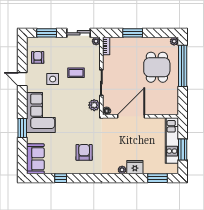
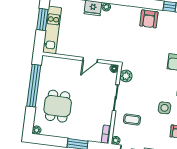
window: (183, 66) -> (34, 86), moved
coffee table: (76, 73) -> (132, 120), moved
door: (131, 116) -> (90, 60), width x0.53
armchair: (84, 152) -> (149, 19), moved

